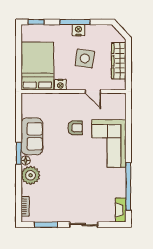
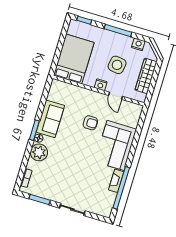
nightstand: (78, 30) -> (138, 44), moved
nightstand: (60, 85) -> (101, 85), moved
fireplace: (121, 210) -> (116, 181), moved

